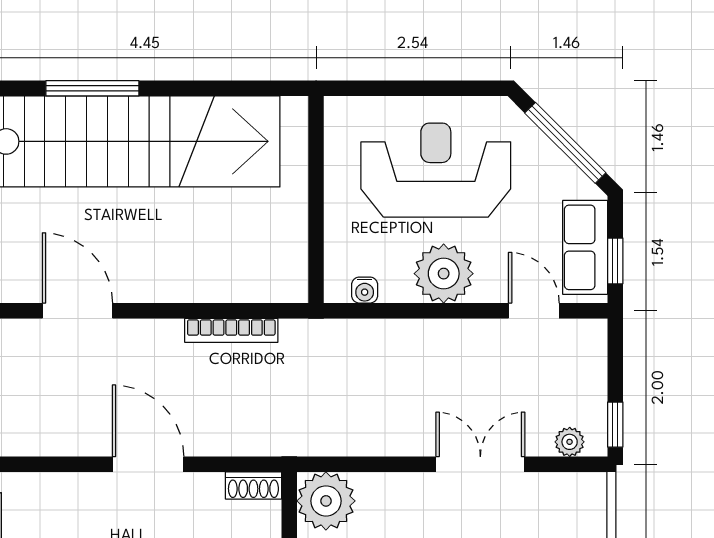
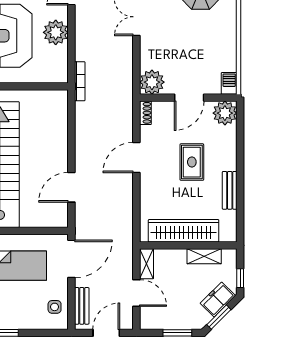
water cooler: (365, 290) -> (63, 66), removed
bookcase: (231, 330) -> (80, 81), moved

